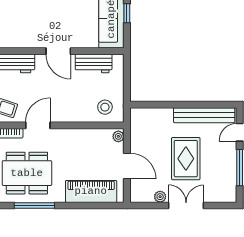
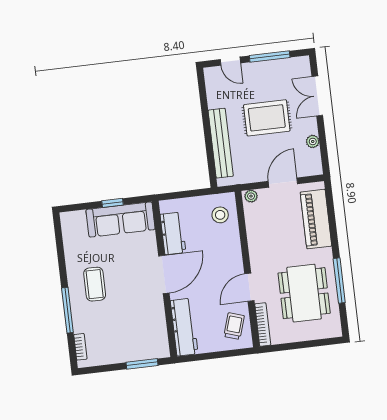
door: (58, 51) -> (164, 274), width x1.36
bench: (204, 115) -> (221, 143), moved
door: (38, 125) -> (249, 287), hinge flipped
double door: (186, 205) -> (317, 96), moved

